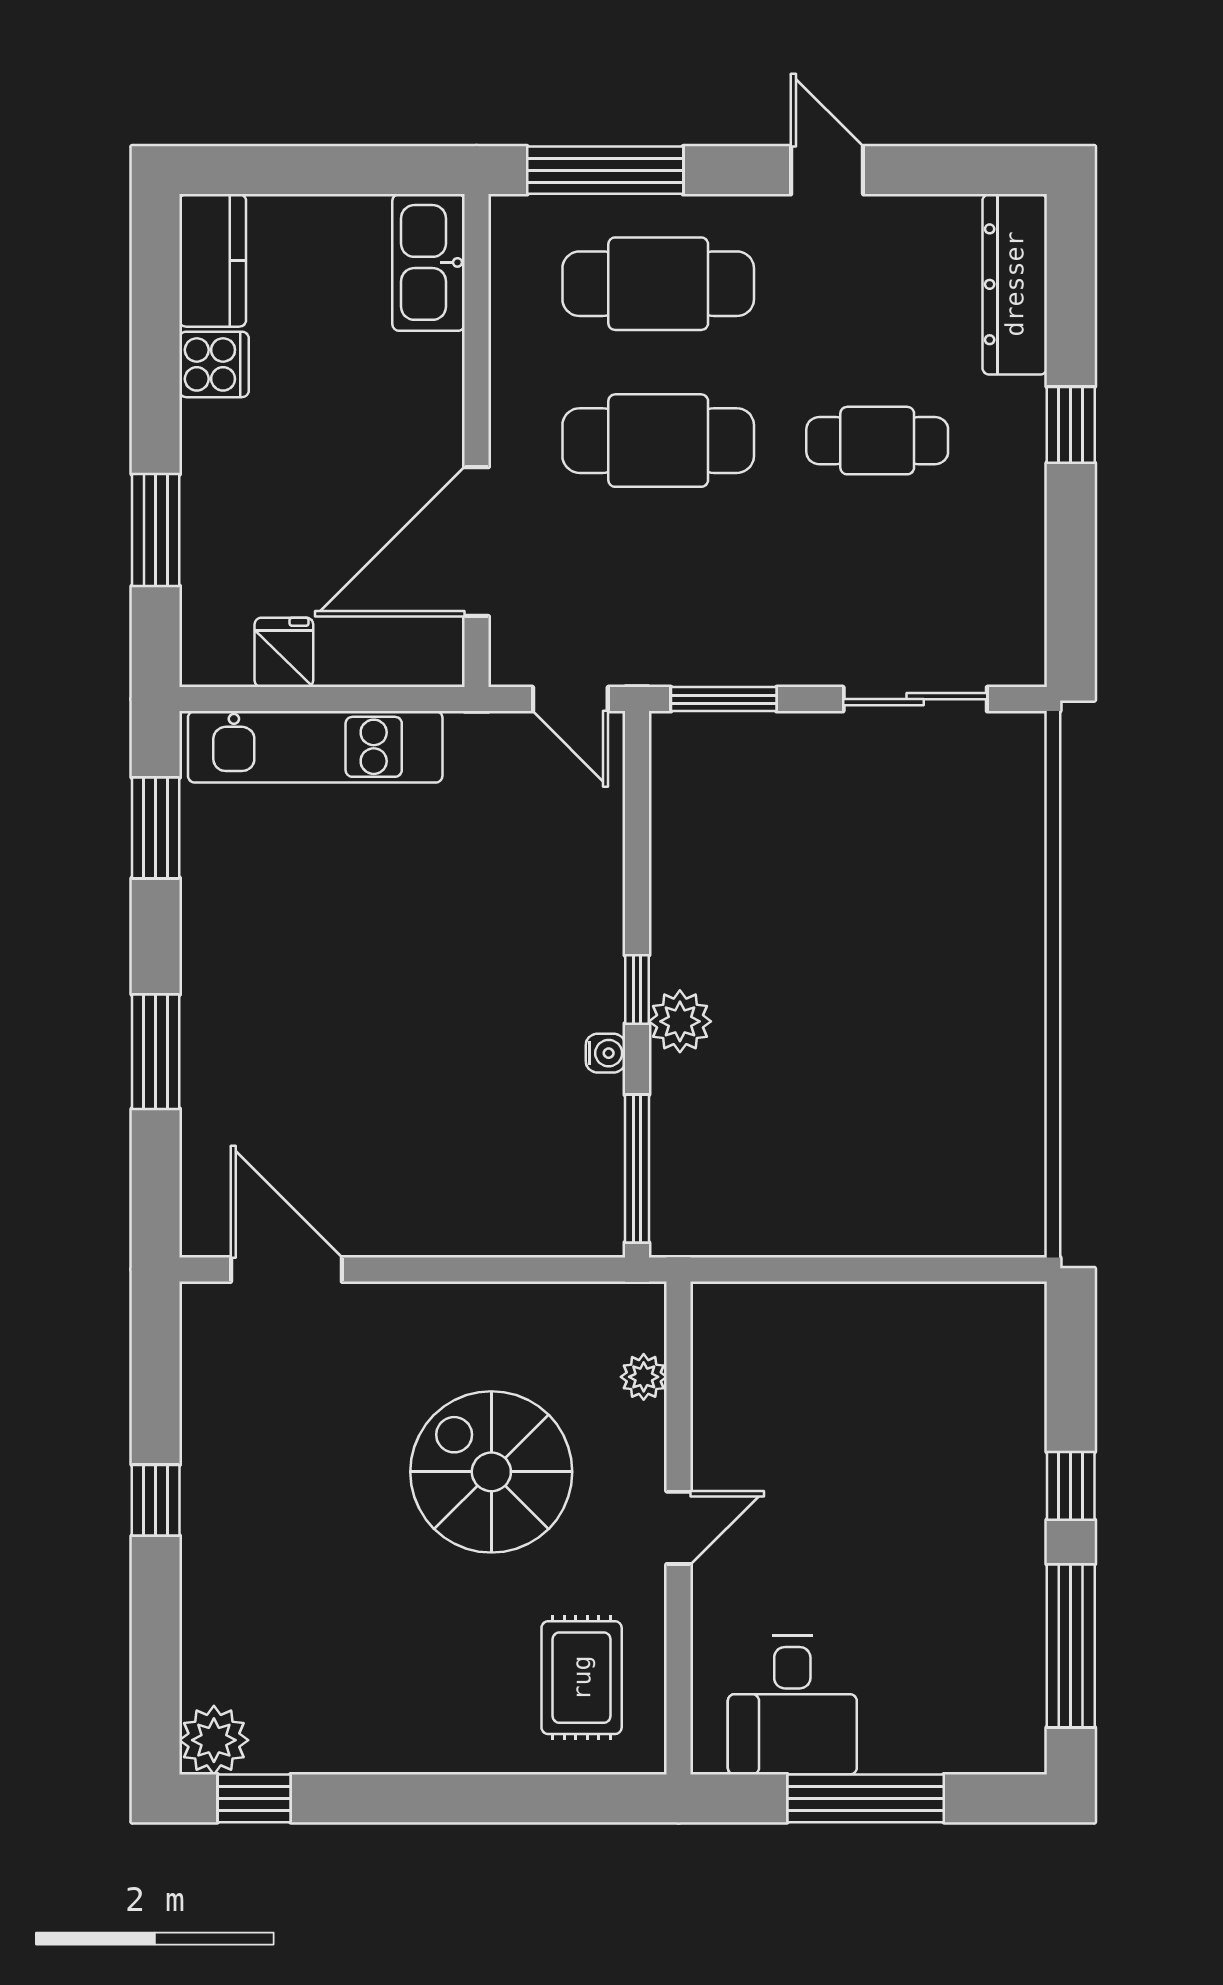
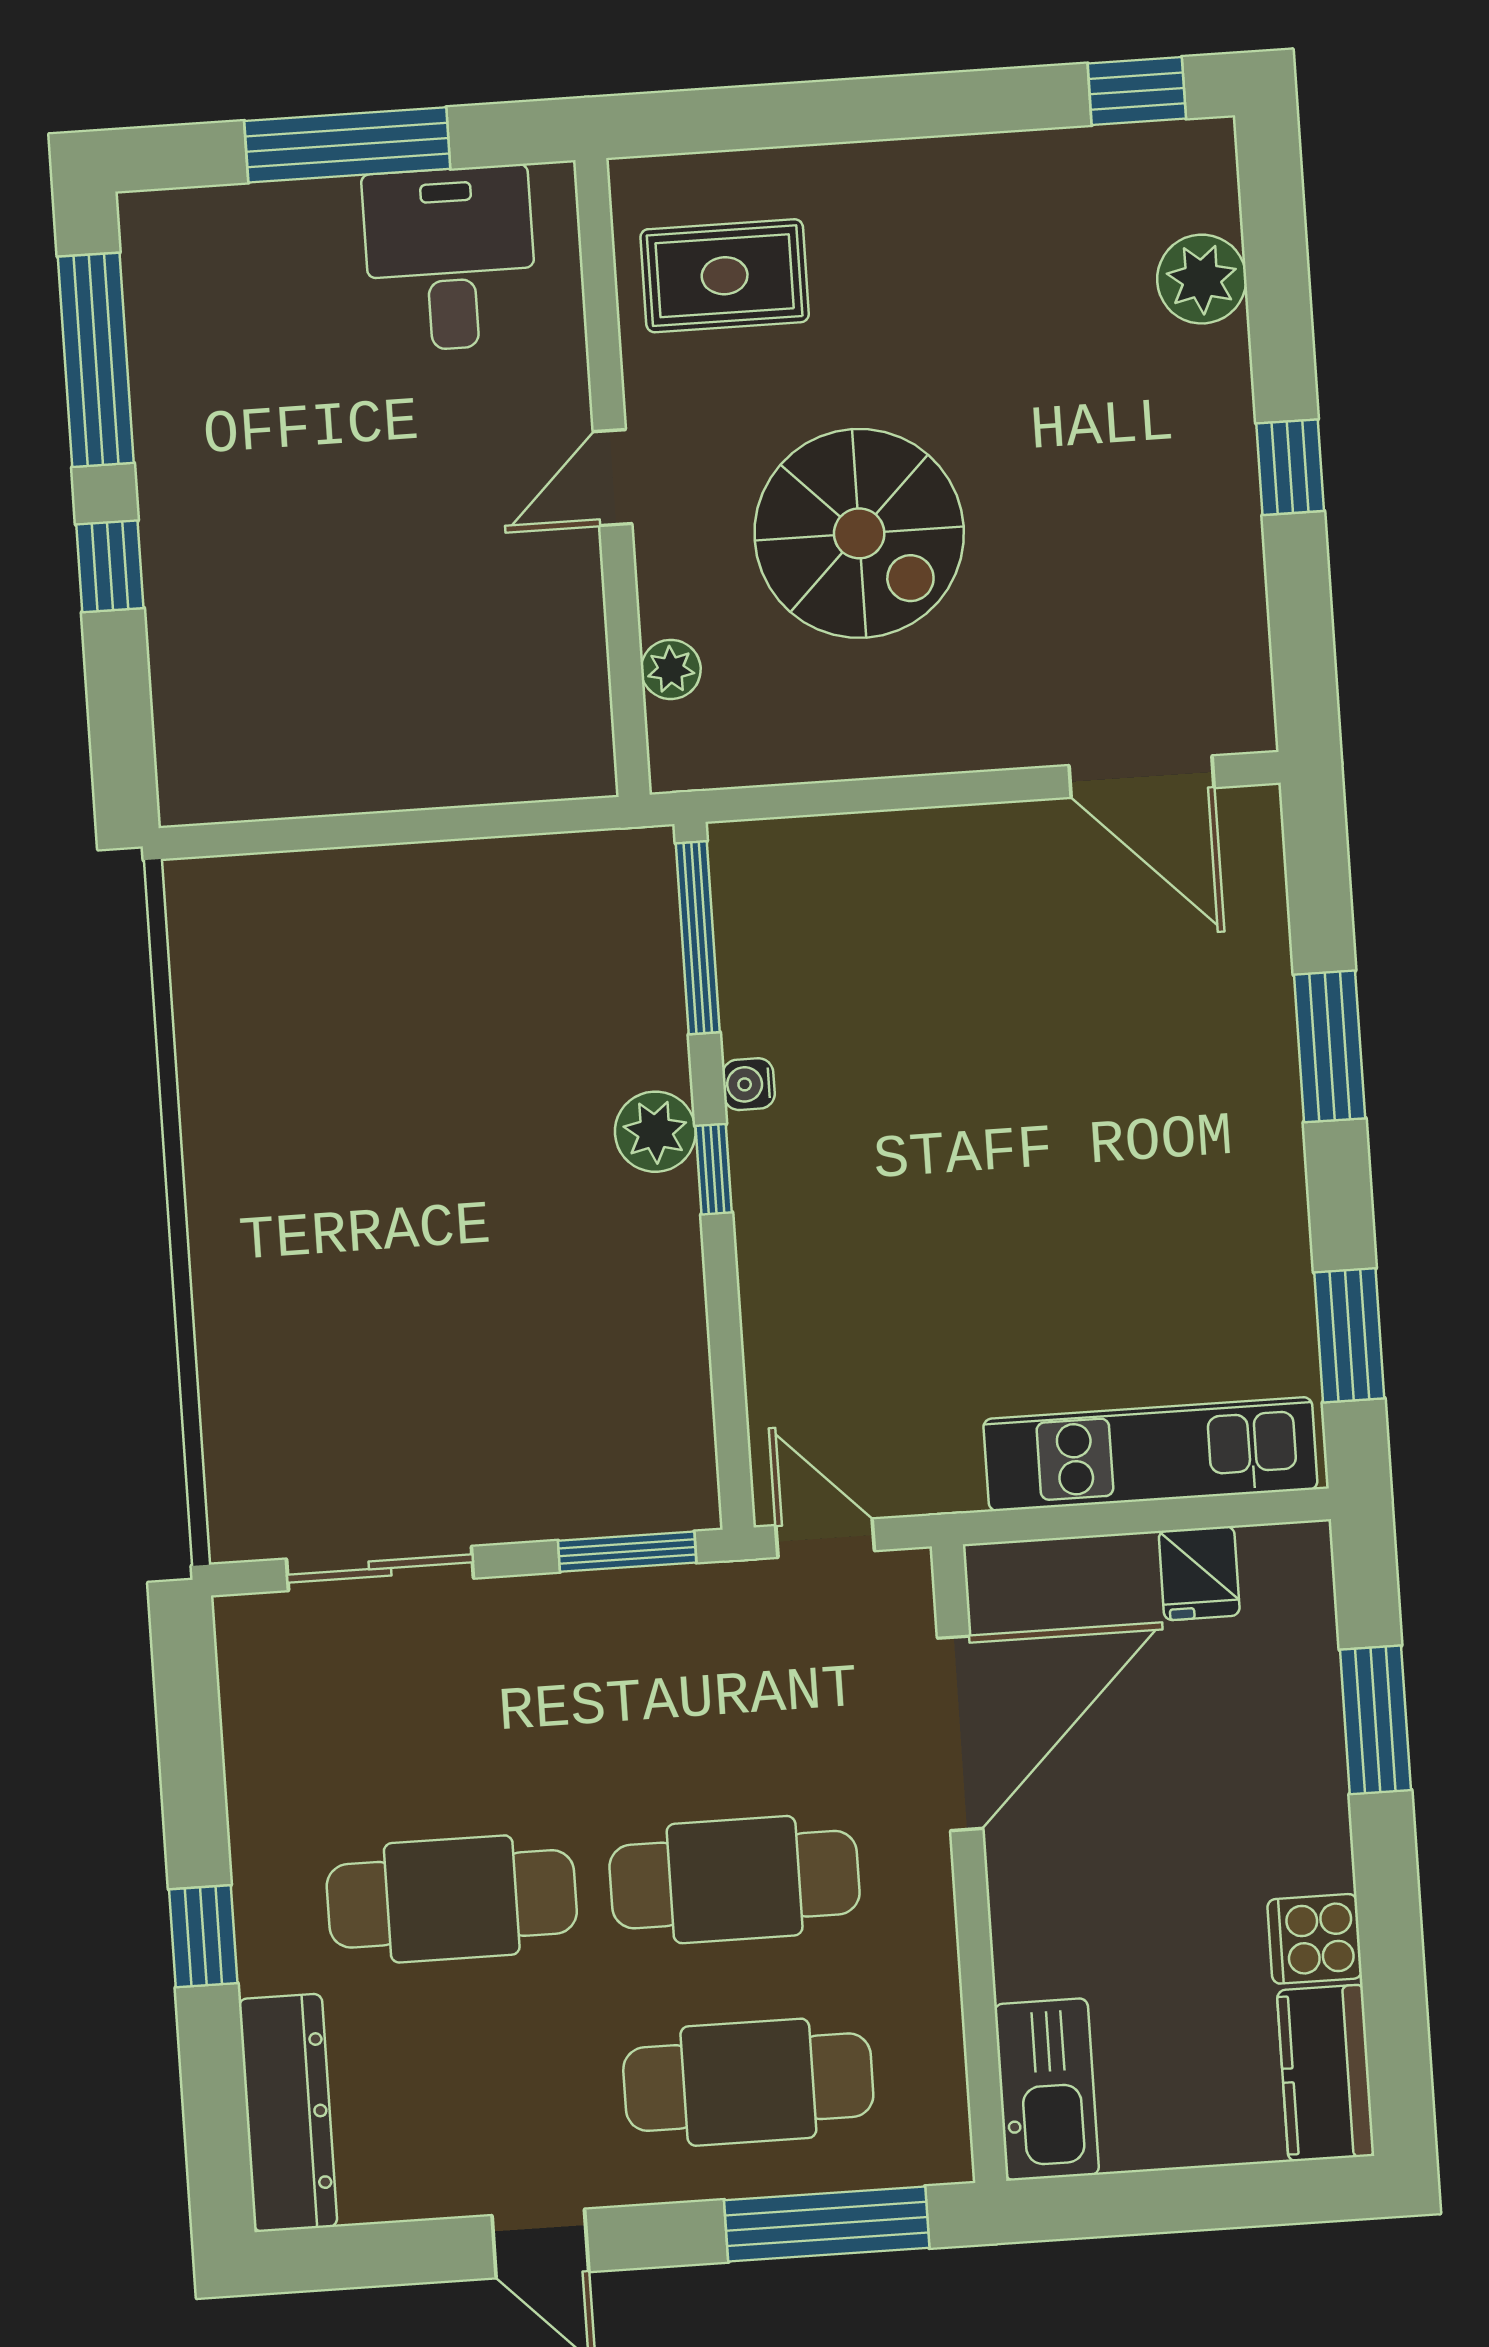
cafe table: (877, 441) -> (452, 1899), width x1.37, depth x1.35
rug: (582, 1678) -> (725, 276), turned 90
plant: (214, 1740) -> (1202, 279), moved

